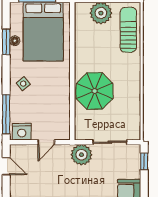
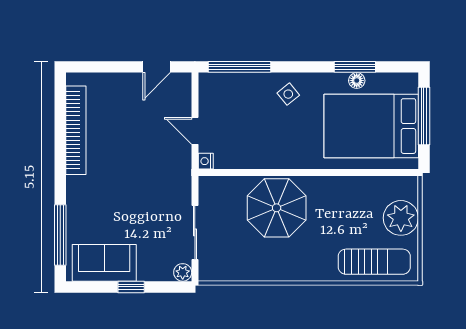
nightstand: (22, 132) -> (206, 161), moved, width x0.53, depth x0.56
plant: (81, 155) -> (183, 272), moved, width x0.53, depth x0.53
window: (144, 161) -> (131, 287), moved

